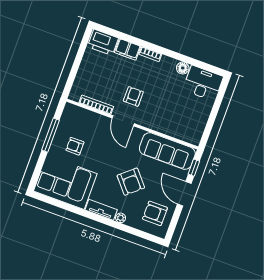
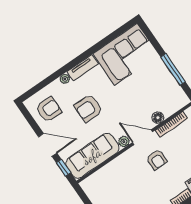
floor lamp: (99, 120) -> (158, 118), added
plant: (138, 133) -> (124, 142), added
armchair: (75, 146) -> (150, 83), removed
armchair: (131, 182) -> (89, 108), turned -49

